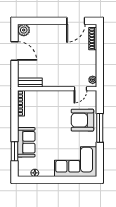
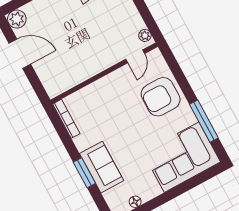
bench: (30, 83) -> (63, 85), removed
window: (100, 128) -> (204, 121), moved
window: (15, 151) -> (84, 173), moved

